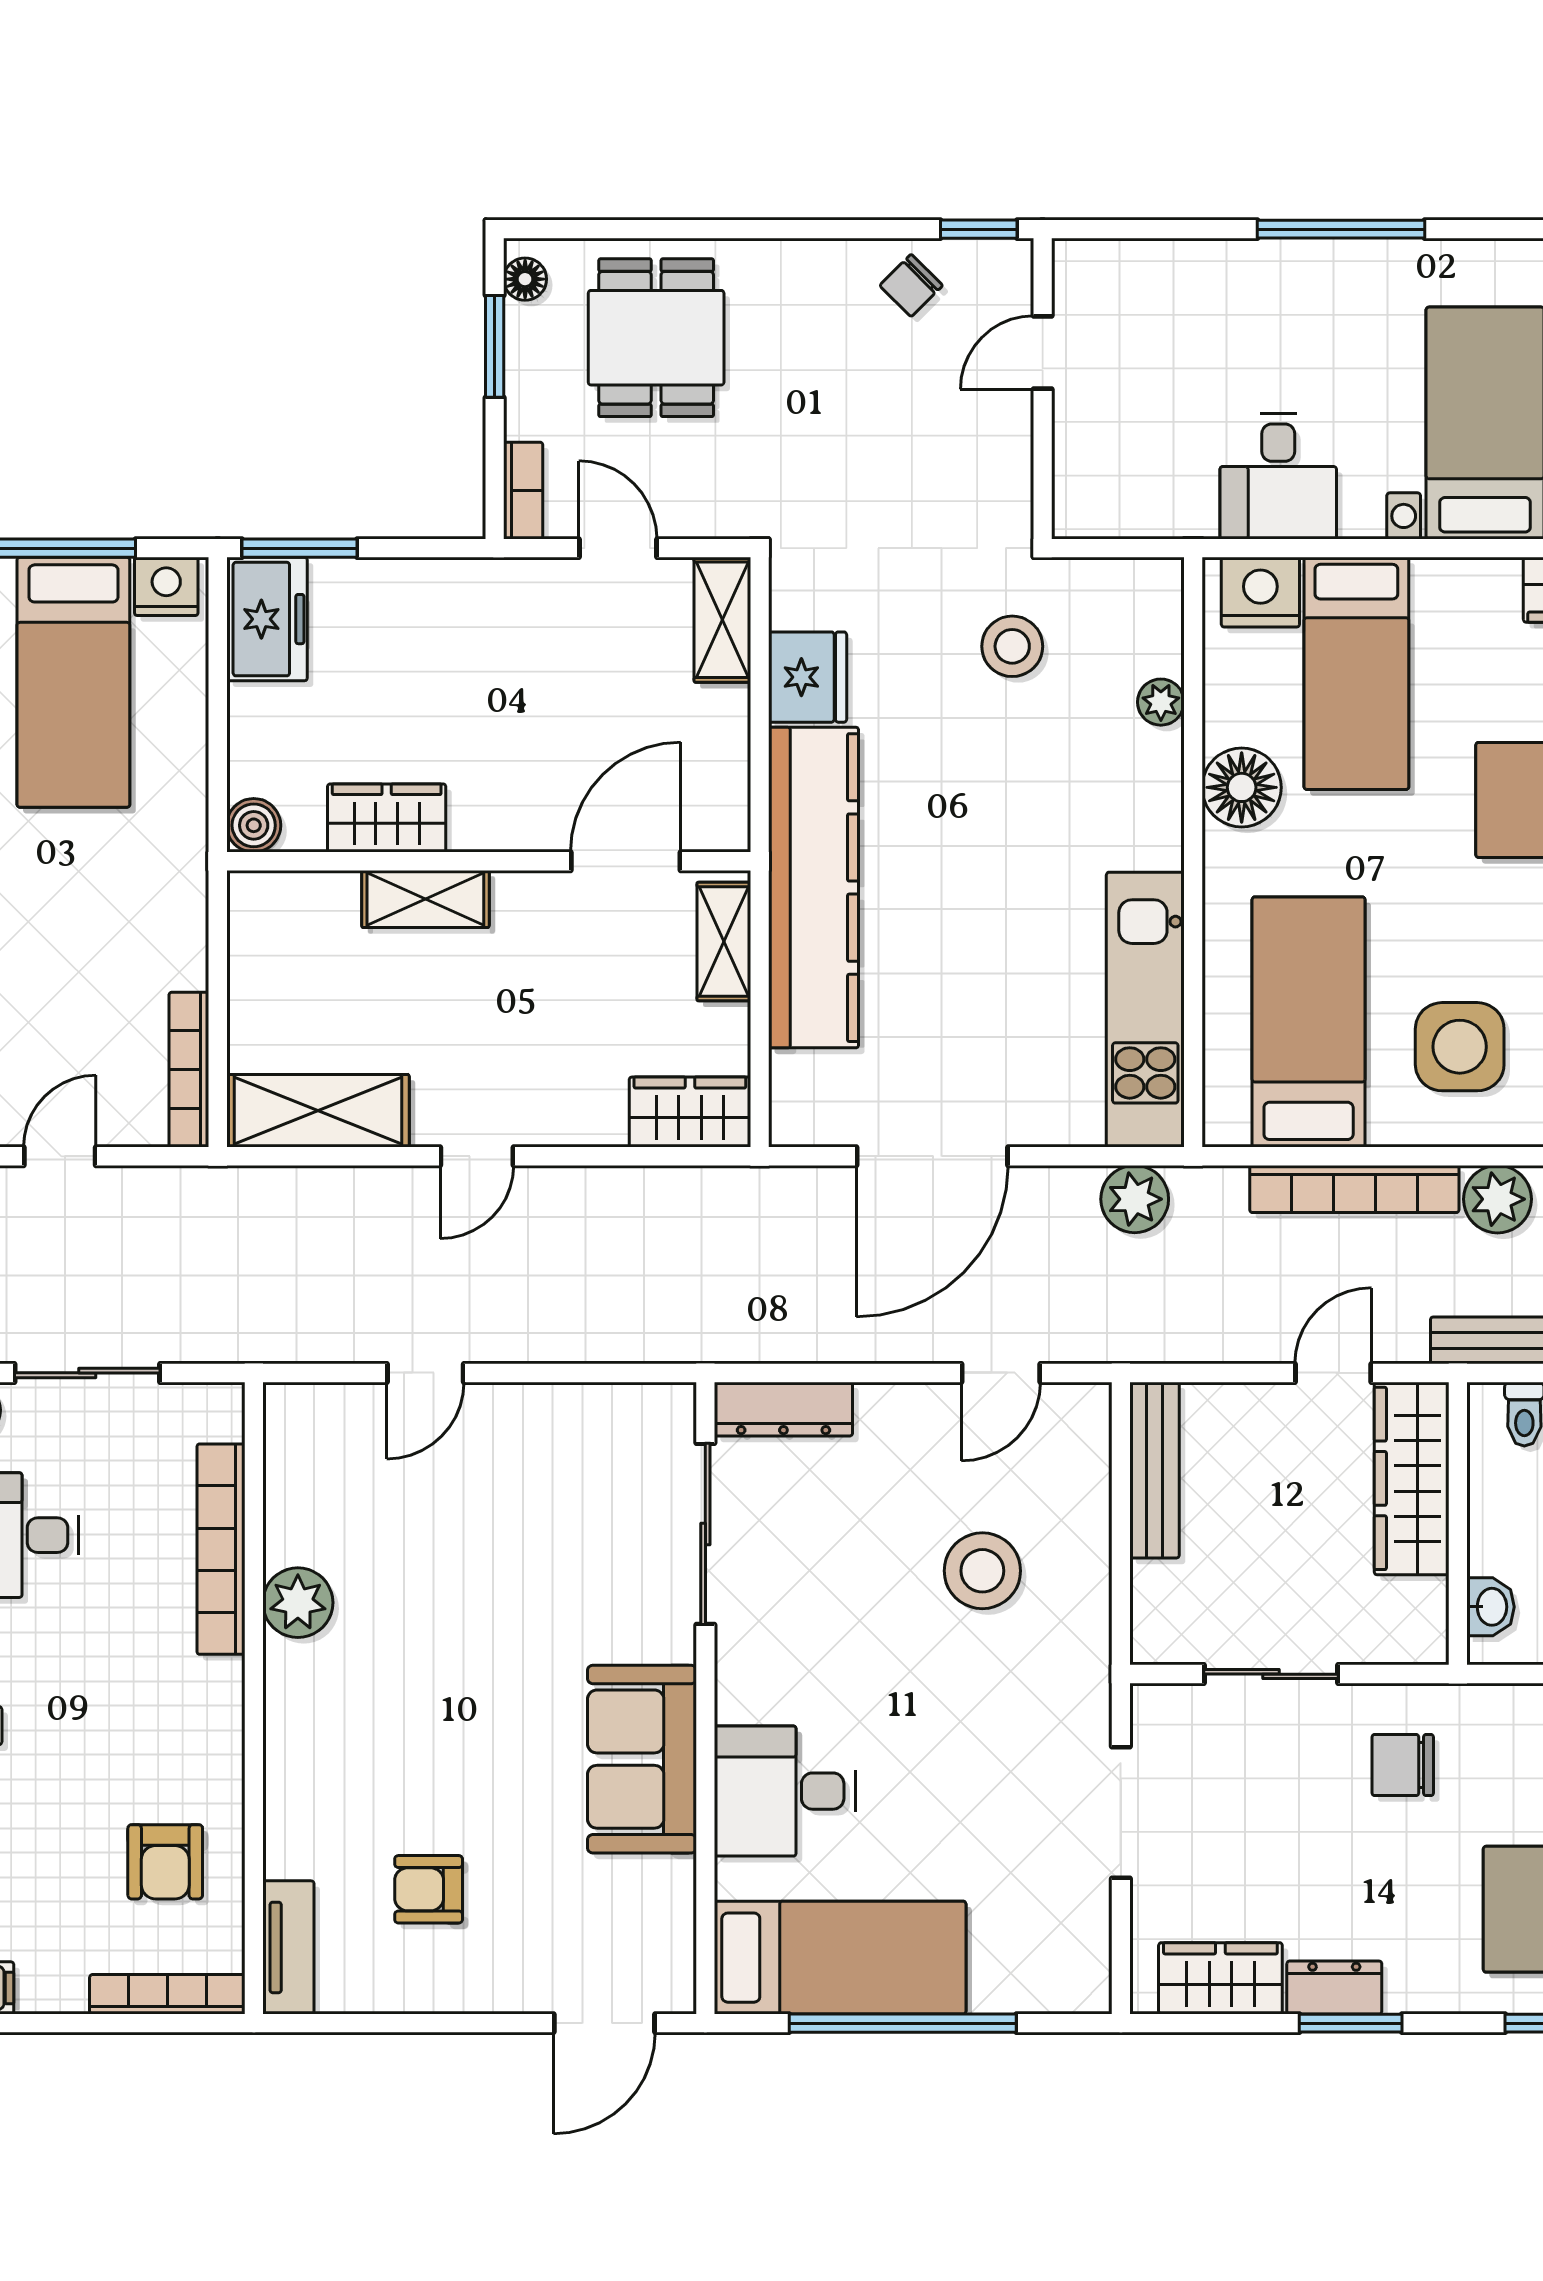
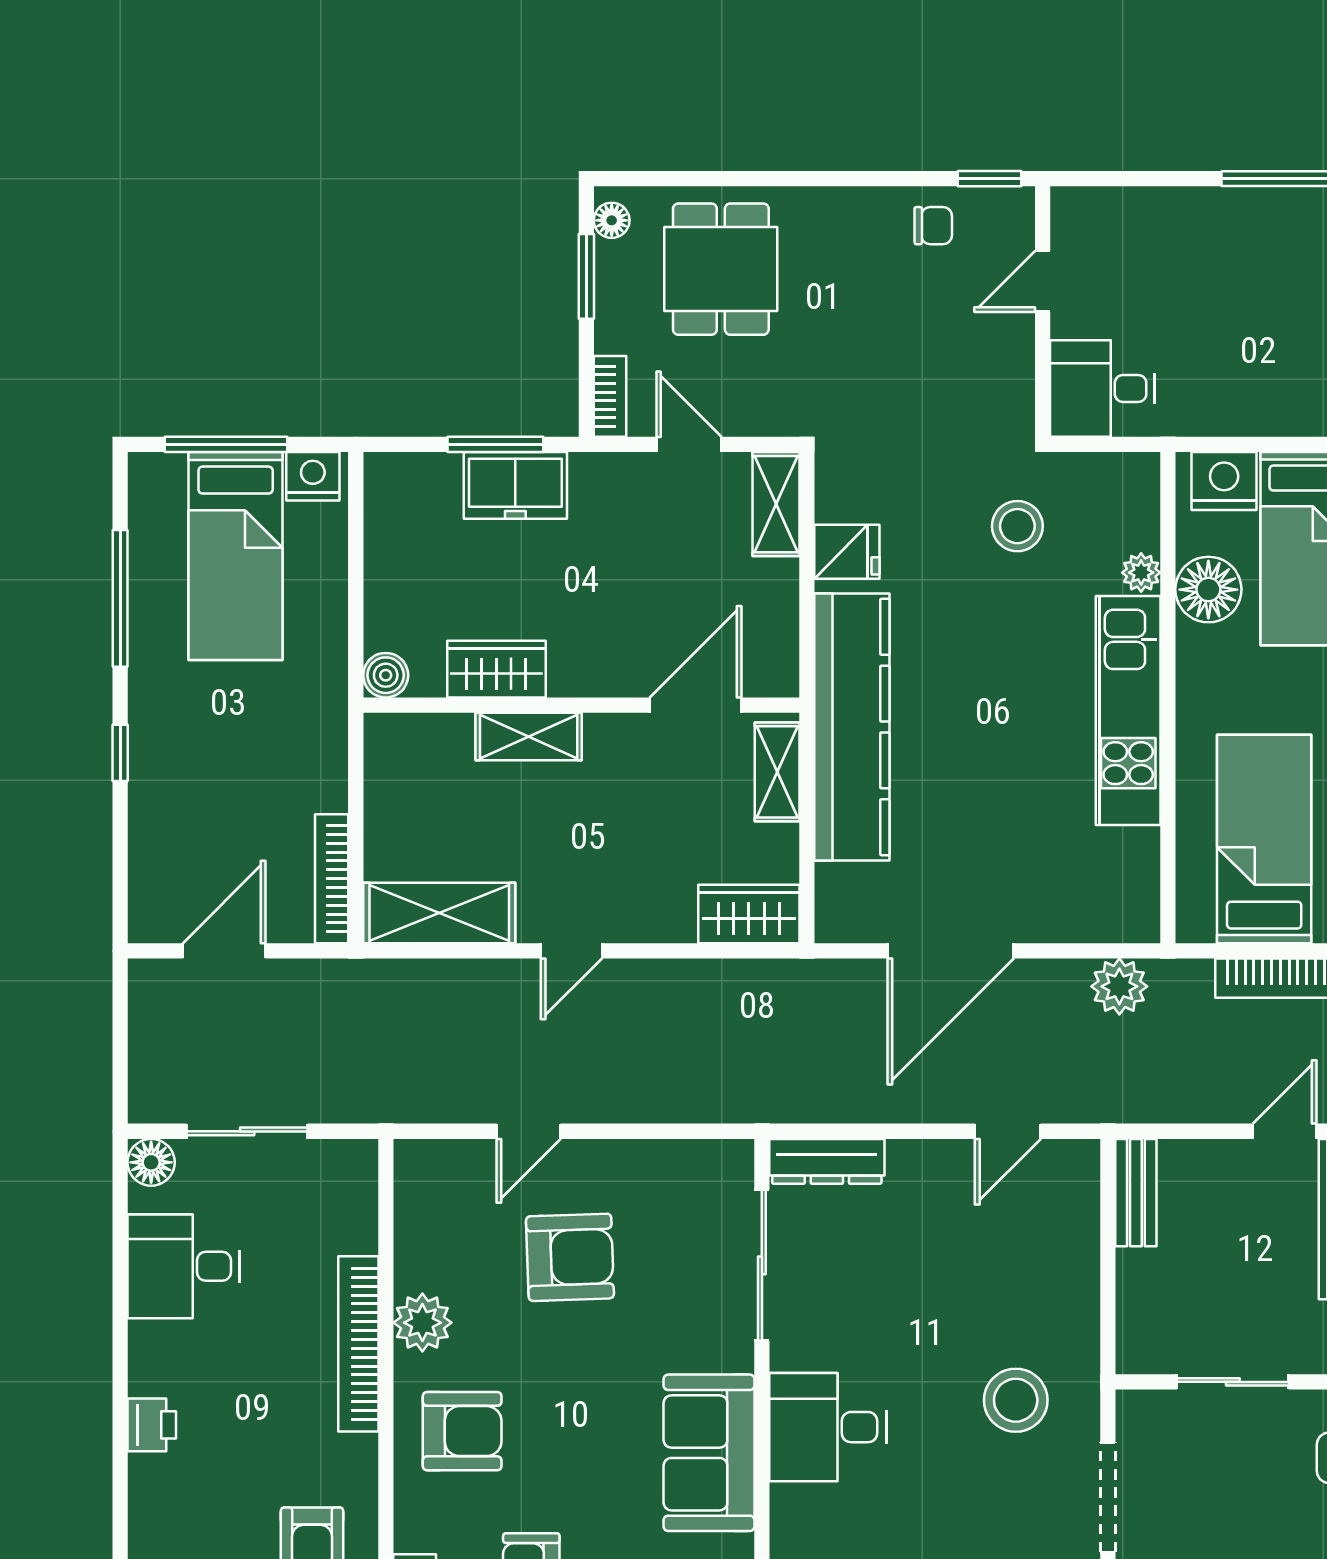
chair: (911, 286) -> (933, 226), turned -135
desk: (1278, 476) -> (1102, 388), moved, turned 90
window: (300, 548) -> (495, 444), moved
freezer: (267, 619) -> (515, 485), moved, turned 90
fridge: (808, 677) -> (847, 552), width x0.72
floor lamp: (1242, 787) -> (1208, 590), moved
kitchen unit: (1145, 1010) -> (1128, 710), moved
door: (60, 1156) -> (224, 951), width x1.37
bench: (1154, 1470) -> (1136, 1193), width x0.73
armchair: (475, 1524) -> (570, 1257), added
bookcase: (221, 1549) -> (358, 1344), moved
stool: (982, 1571) -> (1016, 1400), moved
armchair: (345, 1733) -> (462, 1431), added
desk: (785, 1791) -> (828, 1427), moved

